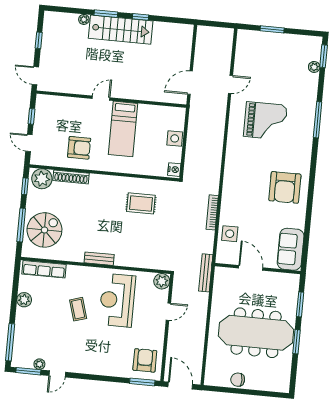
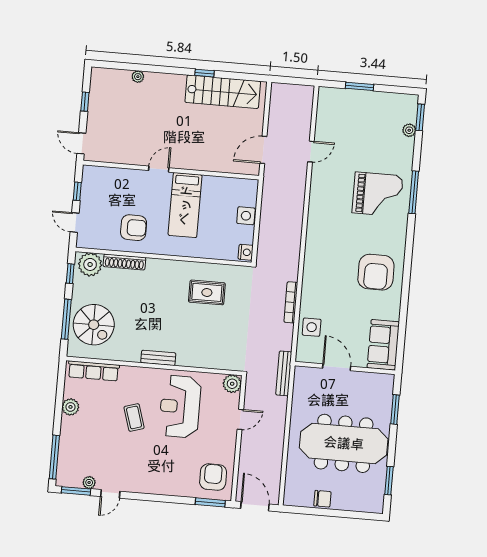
window: (106, 14) -> (164, 70), removed
stairs: (121, 30) -> (223, 92), moved
grand piano: (265, 121) -> (378, 194), moved
spiral stairs: (44, 230) -> (94, 325), turned 90
window: (297, 342) -> (389, 481), moved
chair: (238, 380) -> (323, 499), turned 180

